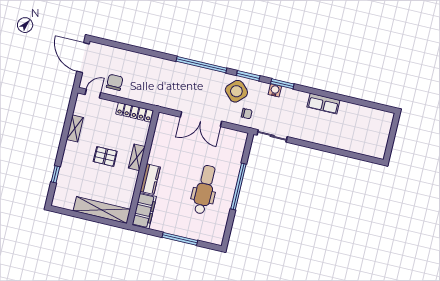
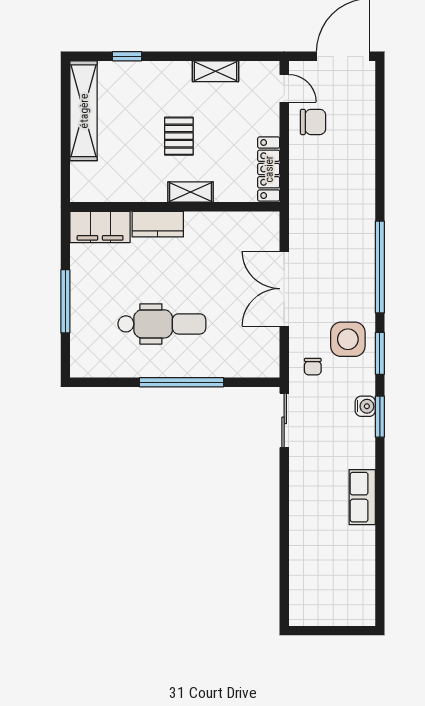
side table: (236, 91) -> (348, 339), turned 45
shelving: (102, 210) -> (84, 111), moved

